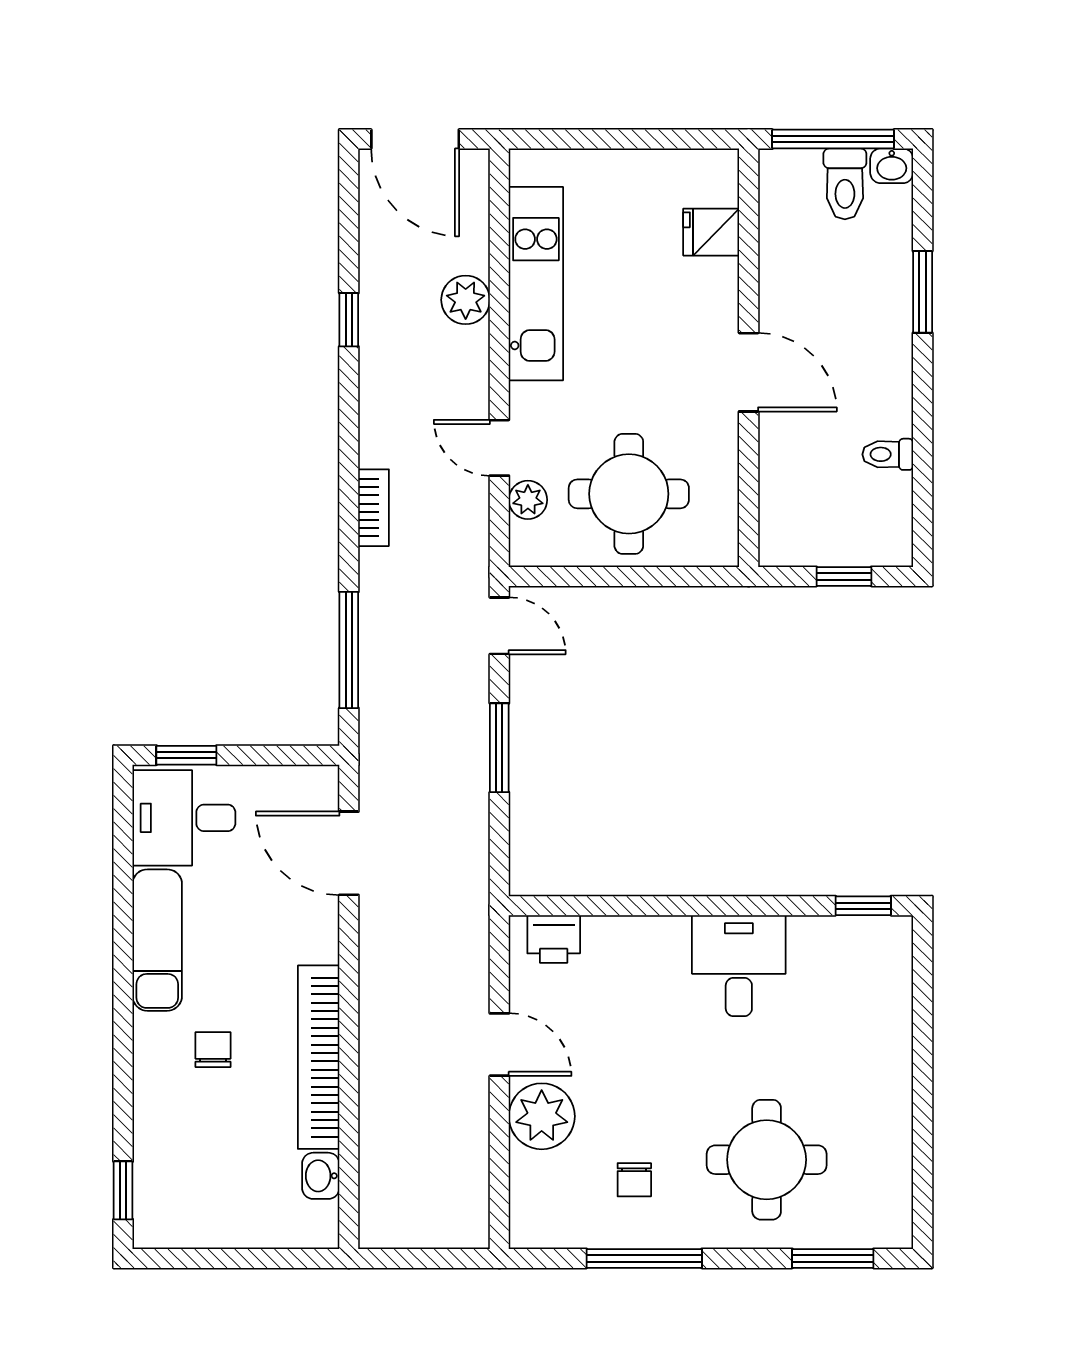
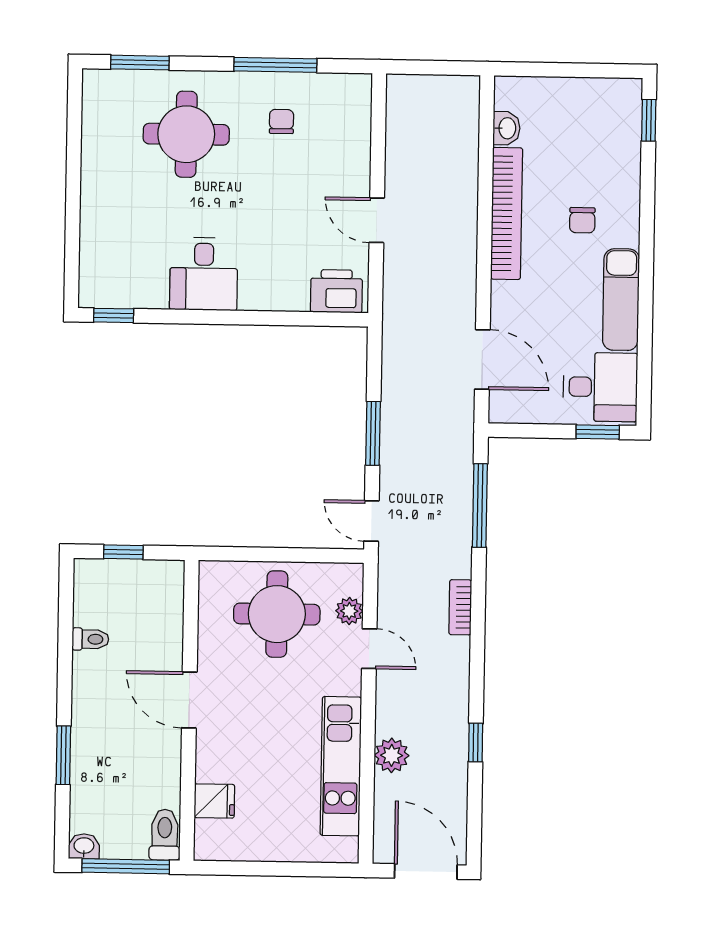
toilet: (845, 184) -> (165, 835), moved
printer: (554, 939) -> (336, 291), width x1.36, depth x1.24
plant: (542, 1116) -> (347, 168), removed

